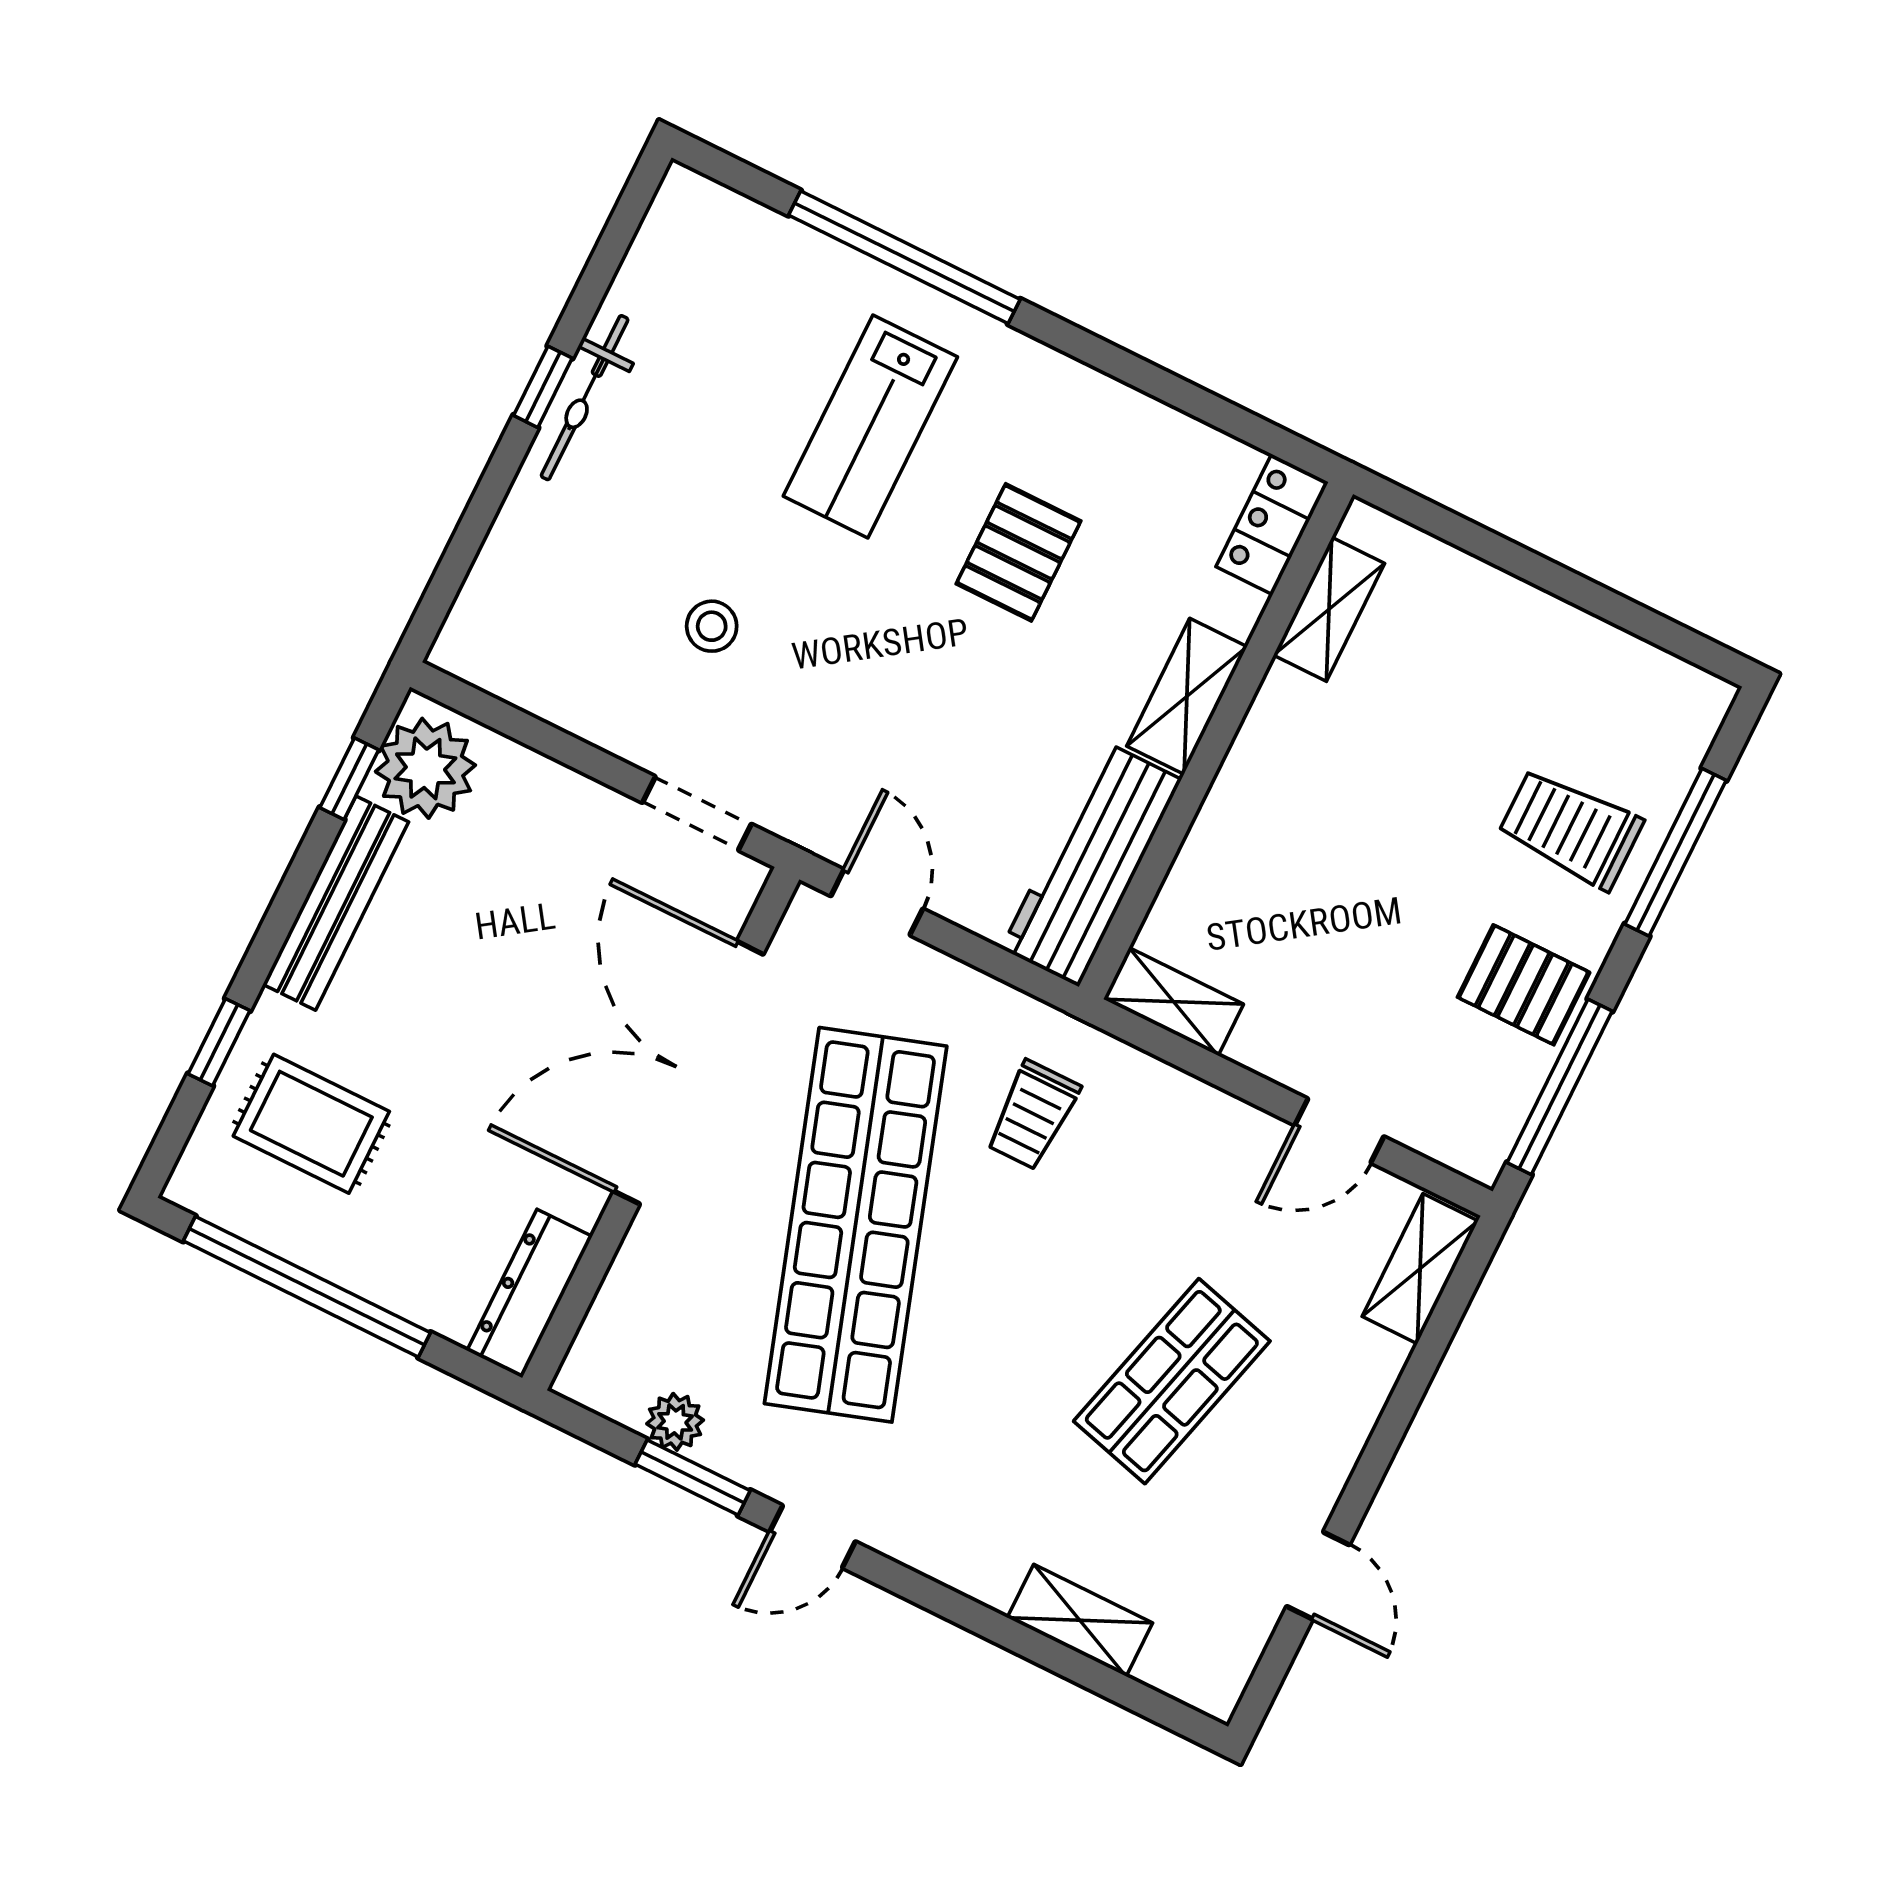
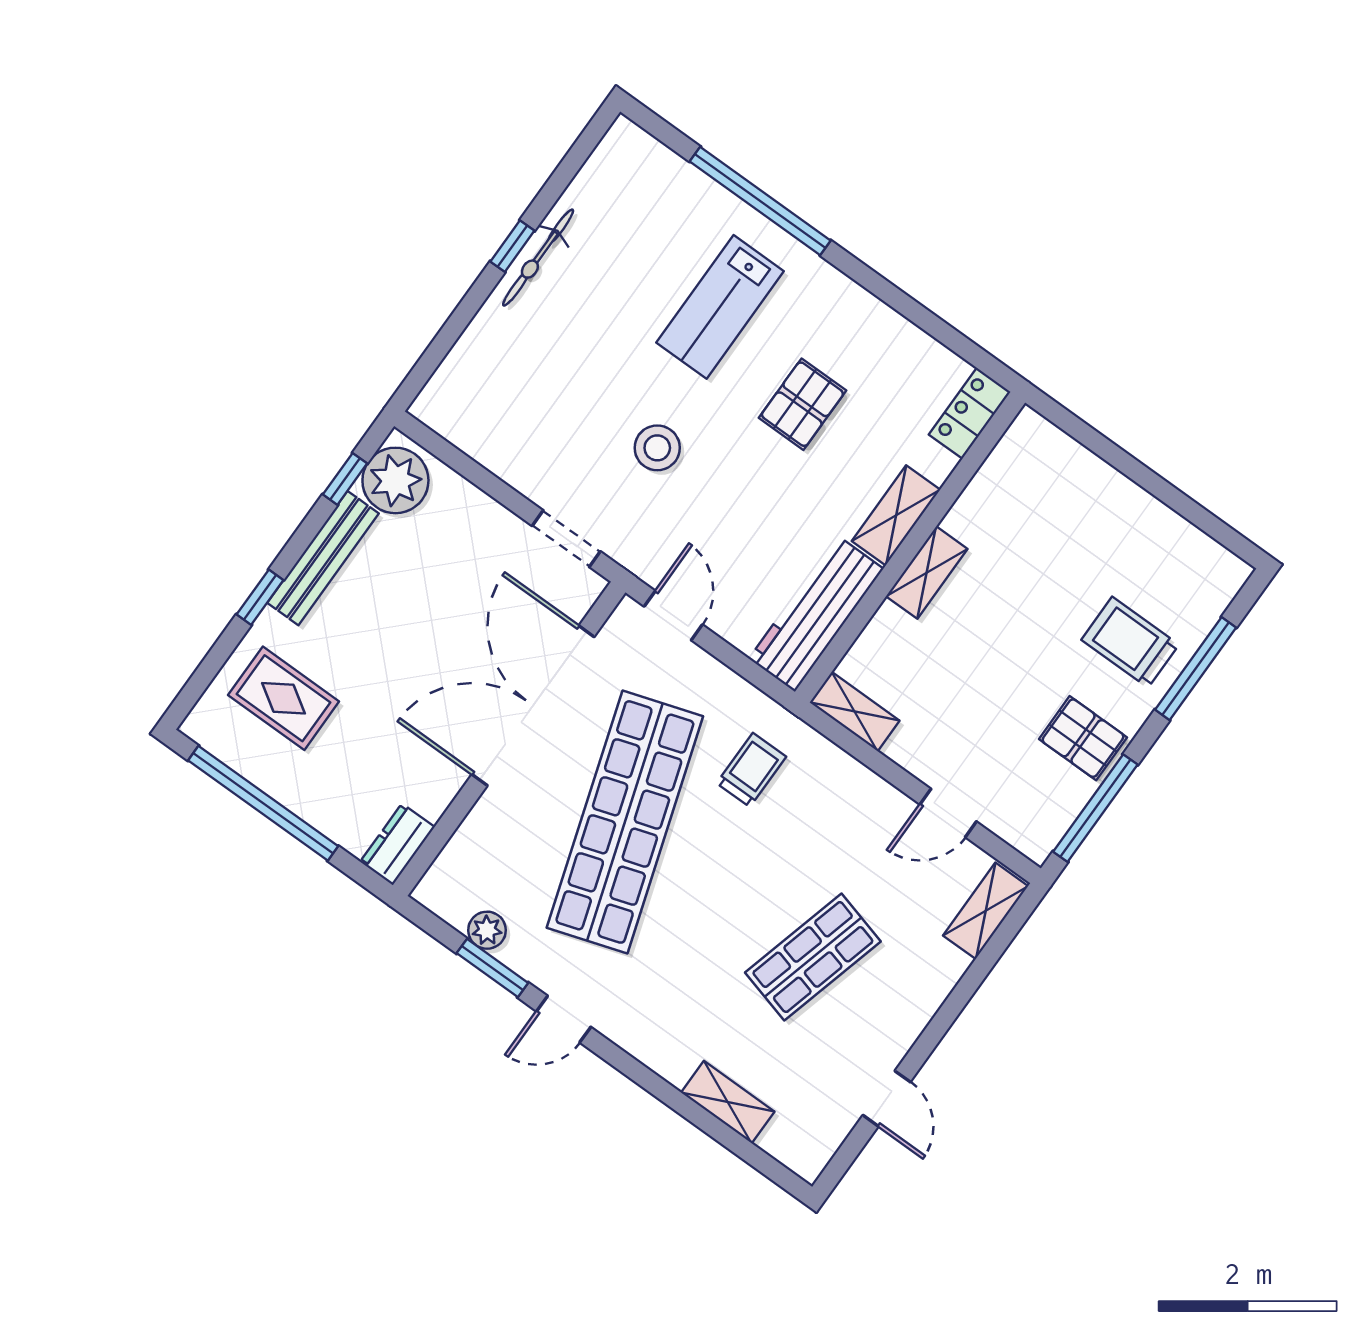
shelving: (1329, 609) -> (927, 573), moved
stool: (712, 626) -> (657, 448), moved, width x1.37, depth x1.37
window: (219, 1042) -> (260, 597), moved
trolley: (1033, 1115) -> (751, 770), turned 180
dresser: (530, 1294) -> (397, 844), width x0.70

